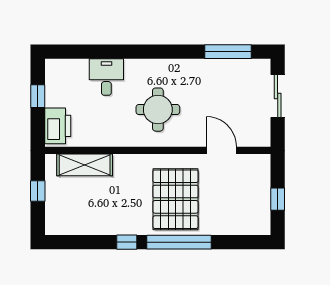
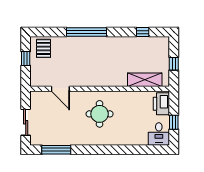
desk: (106, 77) -> (159, 134), moved
pallet: (176, 199) -> (44, 48), moved, width x0.49, depth x0.50
window: (127, 242) -> (143, 32), moved

